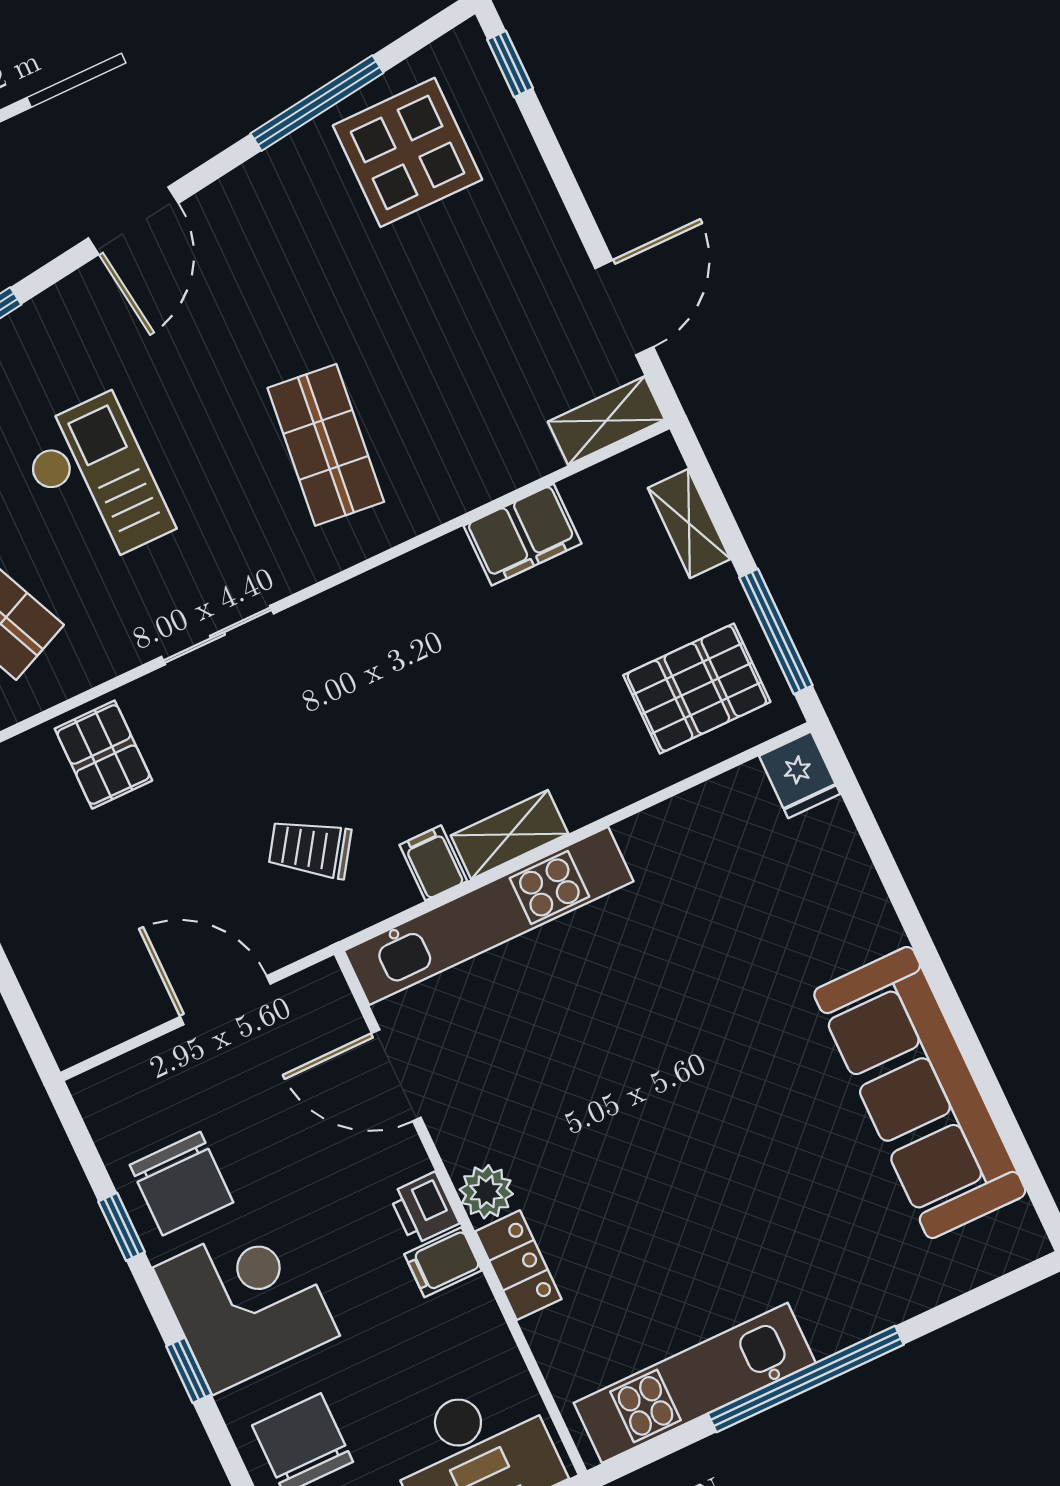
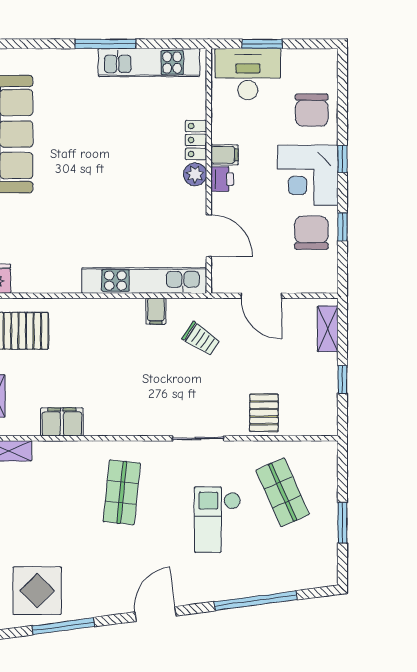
shelving: (510, 835) -> (328, 329), moved, turned 90
window: (806, 1379) -> (105, 44), width x0.68

